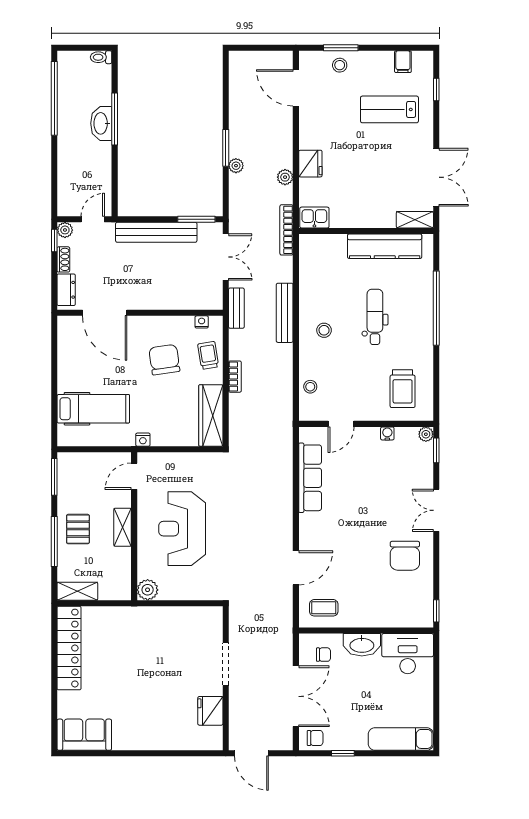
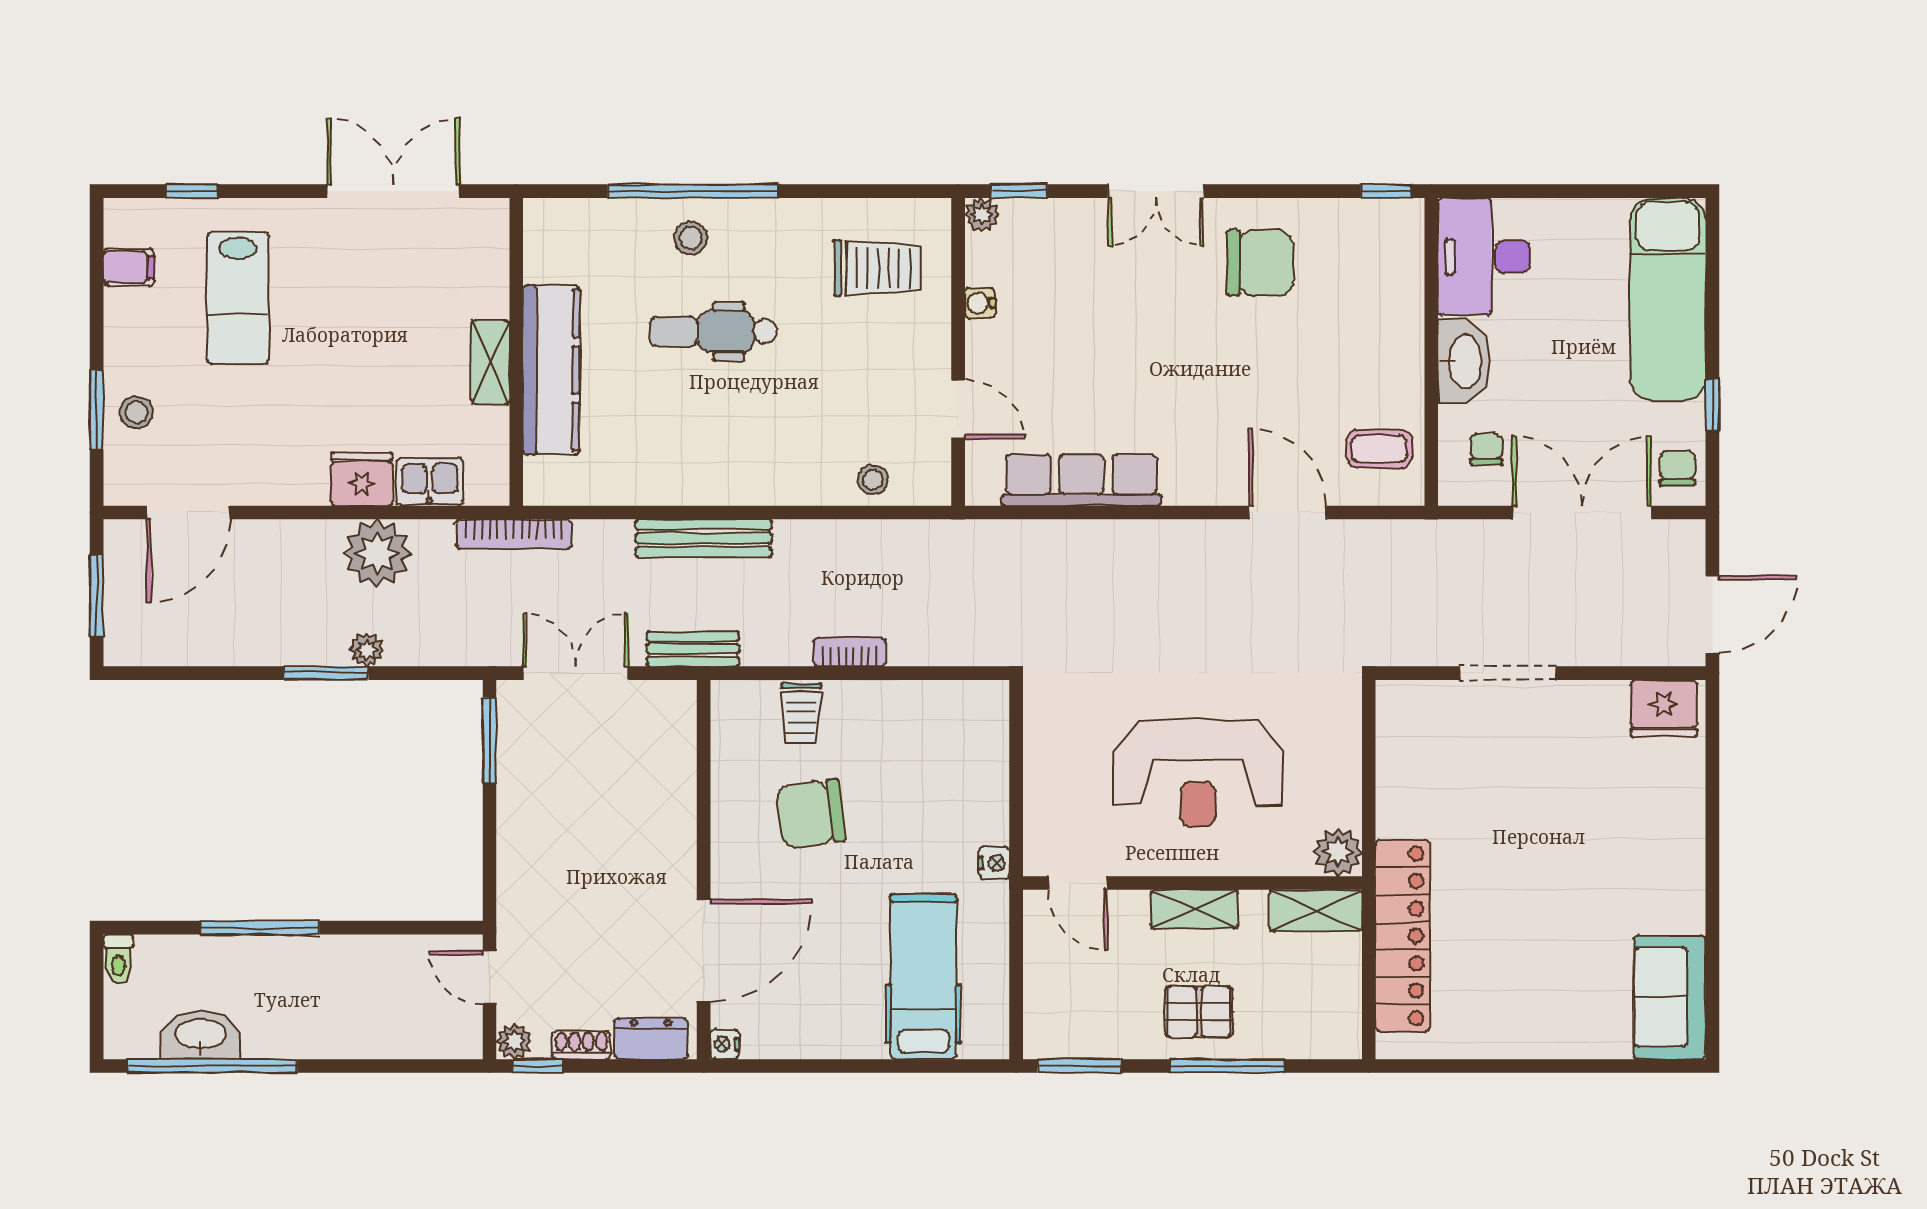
window: (260, 48) -> (97, 595), added
washbasin: (101, 123) -> (201, 1035), moved, turned 180
plant: (285, 177) -> (377, 553), width x1.87, depth x1.87
kitchen sink: (314, 218) -> (430, 482), moved, turned 90
shelving: (415, 220) -> (491, 362), moved
bench: (156, 232) -> (519, 832), removed
kitchen counter: (385, 246) -> (551, 370), moved
nightstand: (202, 322) -> (725, 1044), moved
stool: (324, 330) -> (691, 238), moved
trolley: (208, 355) -> (801, 713), turned -81
wardrobe: (211, 415) -> (939, 707), removed
shelving: (77, 591) -> (1316, 911), moved, turned 90
coffee table: (324, 608) -> (1379, 449), turned 90
locker: (69, 648) -> (1403, 936), moved, turned 90
fridge: (210, 711) -> (1664, 708), moved
exam couch: (401, 739) -> (1668, 299), width x1.36, depth x1.45

